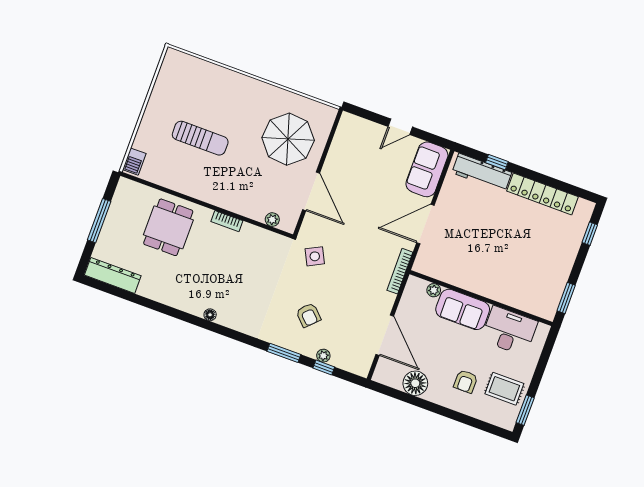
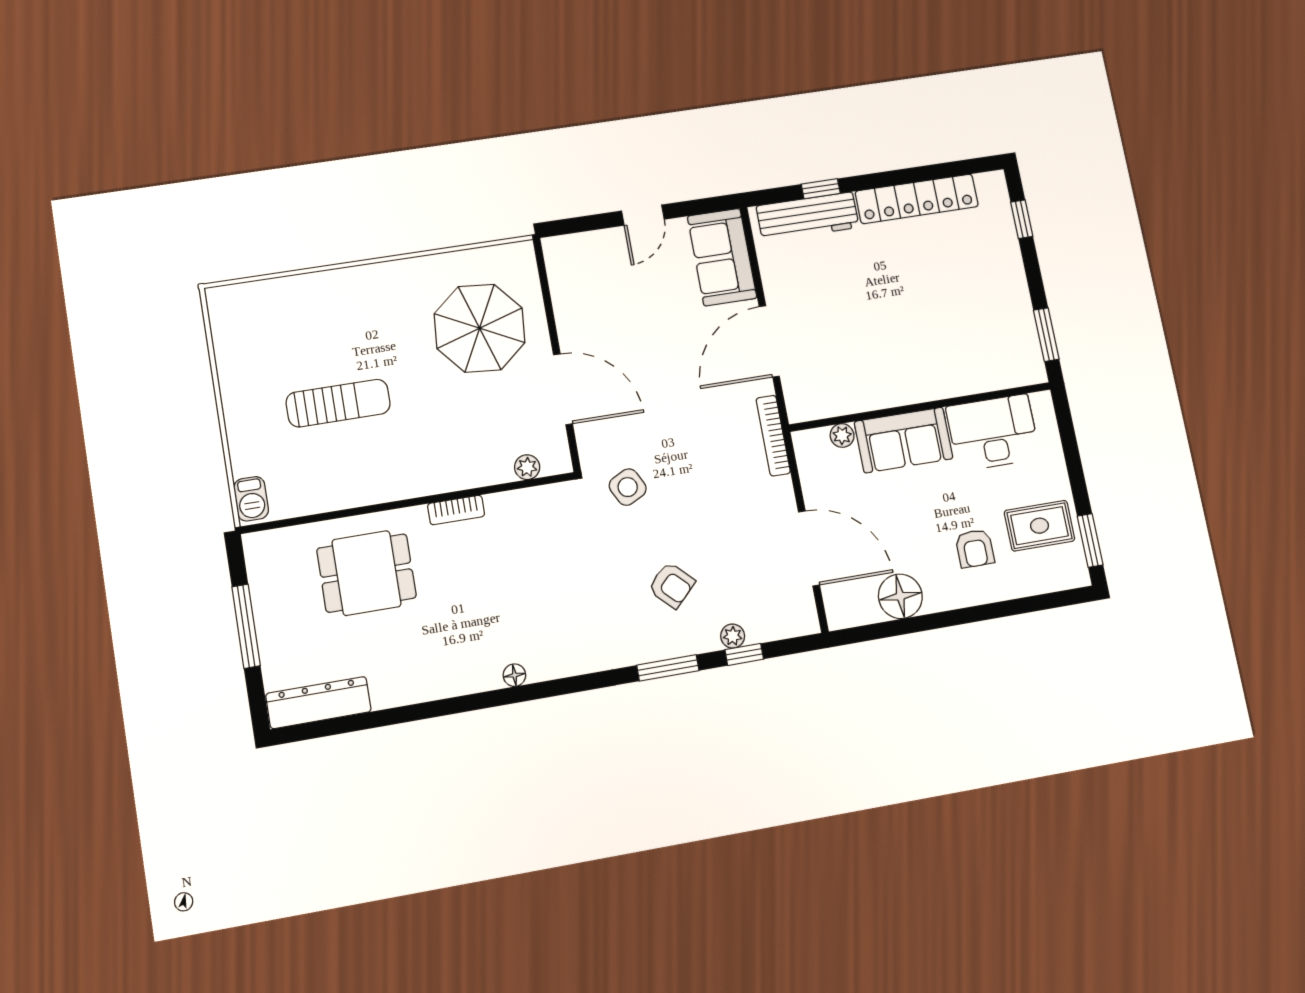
dining table: (168, 227) -> (366, 573), turned 90

